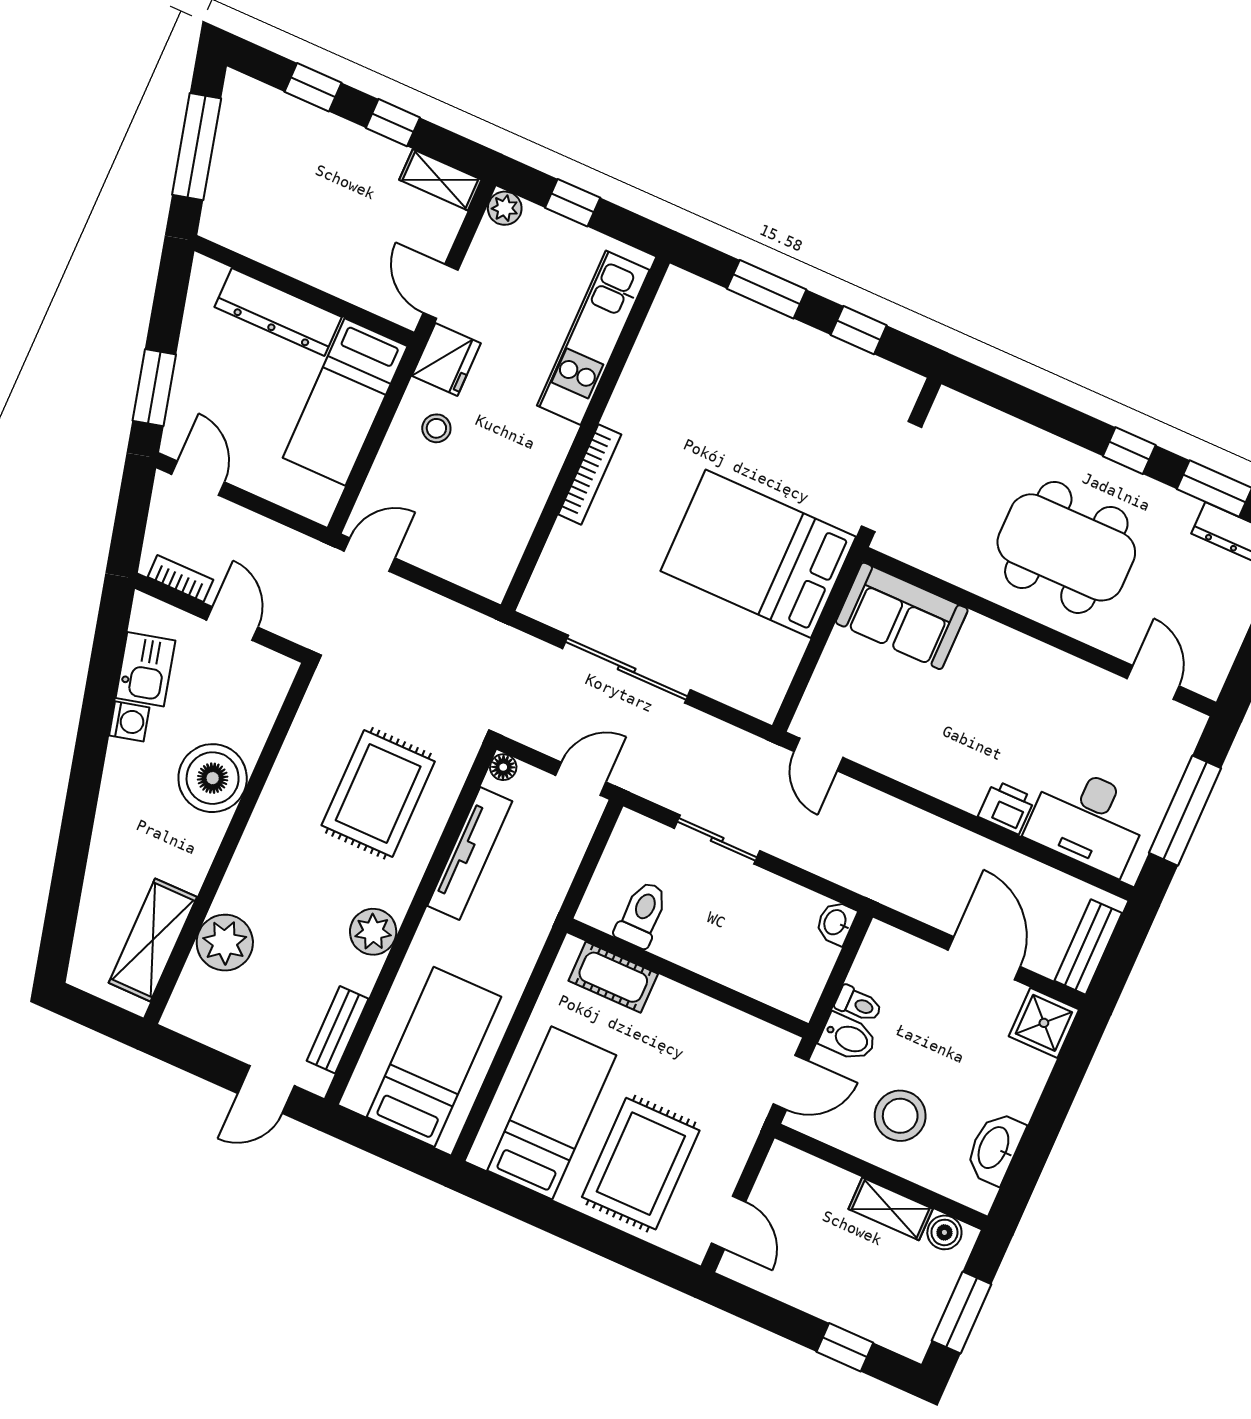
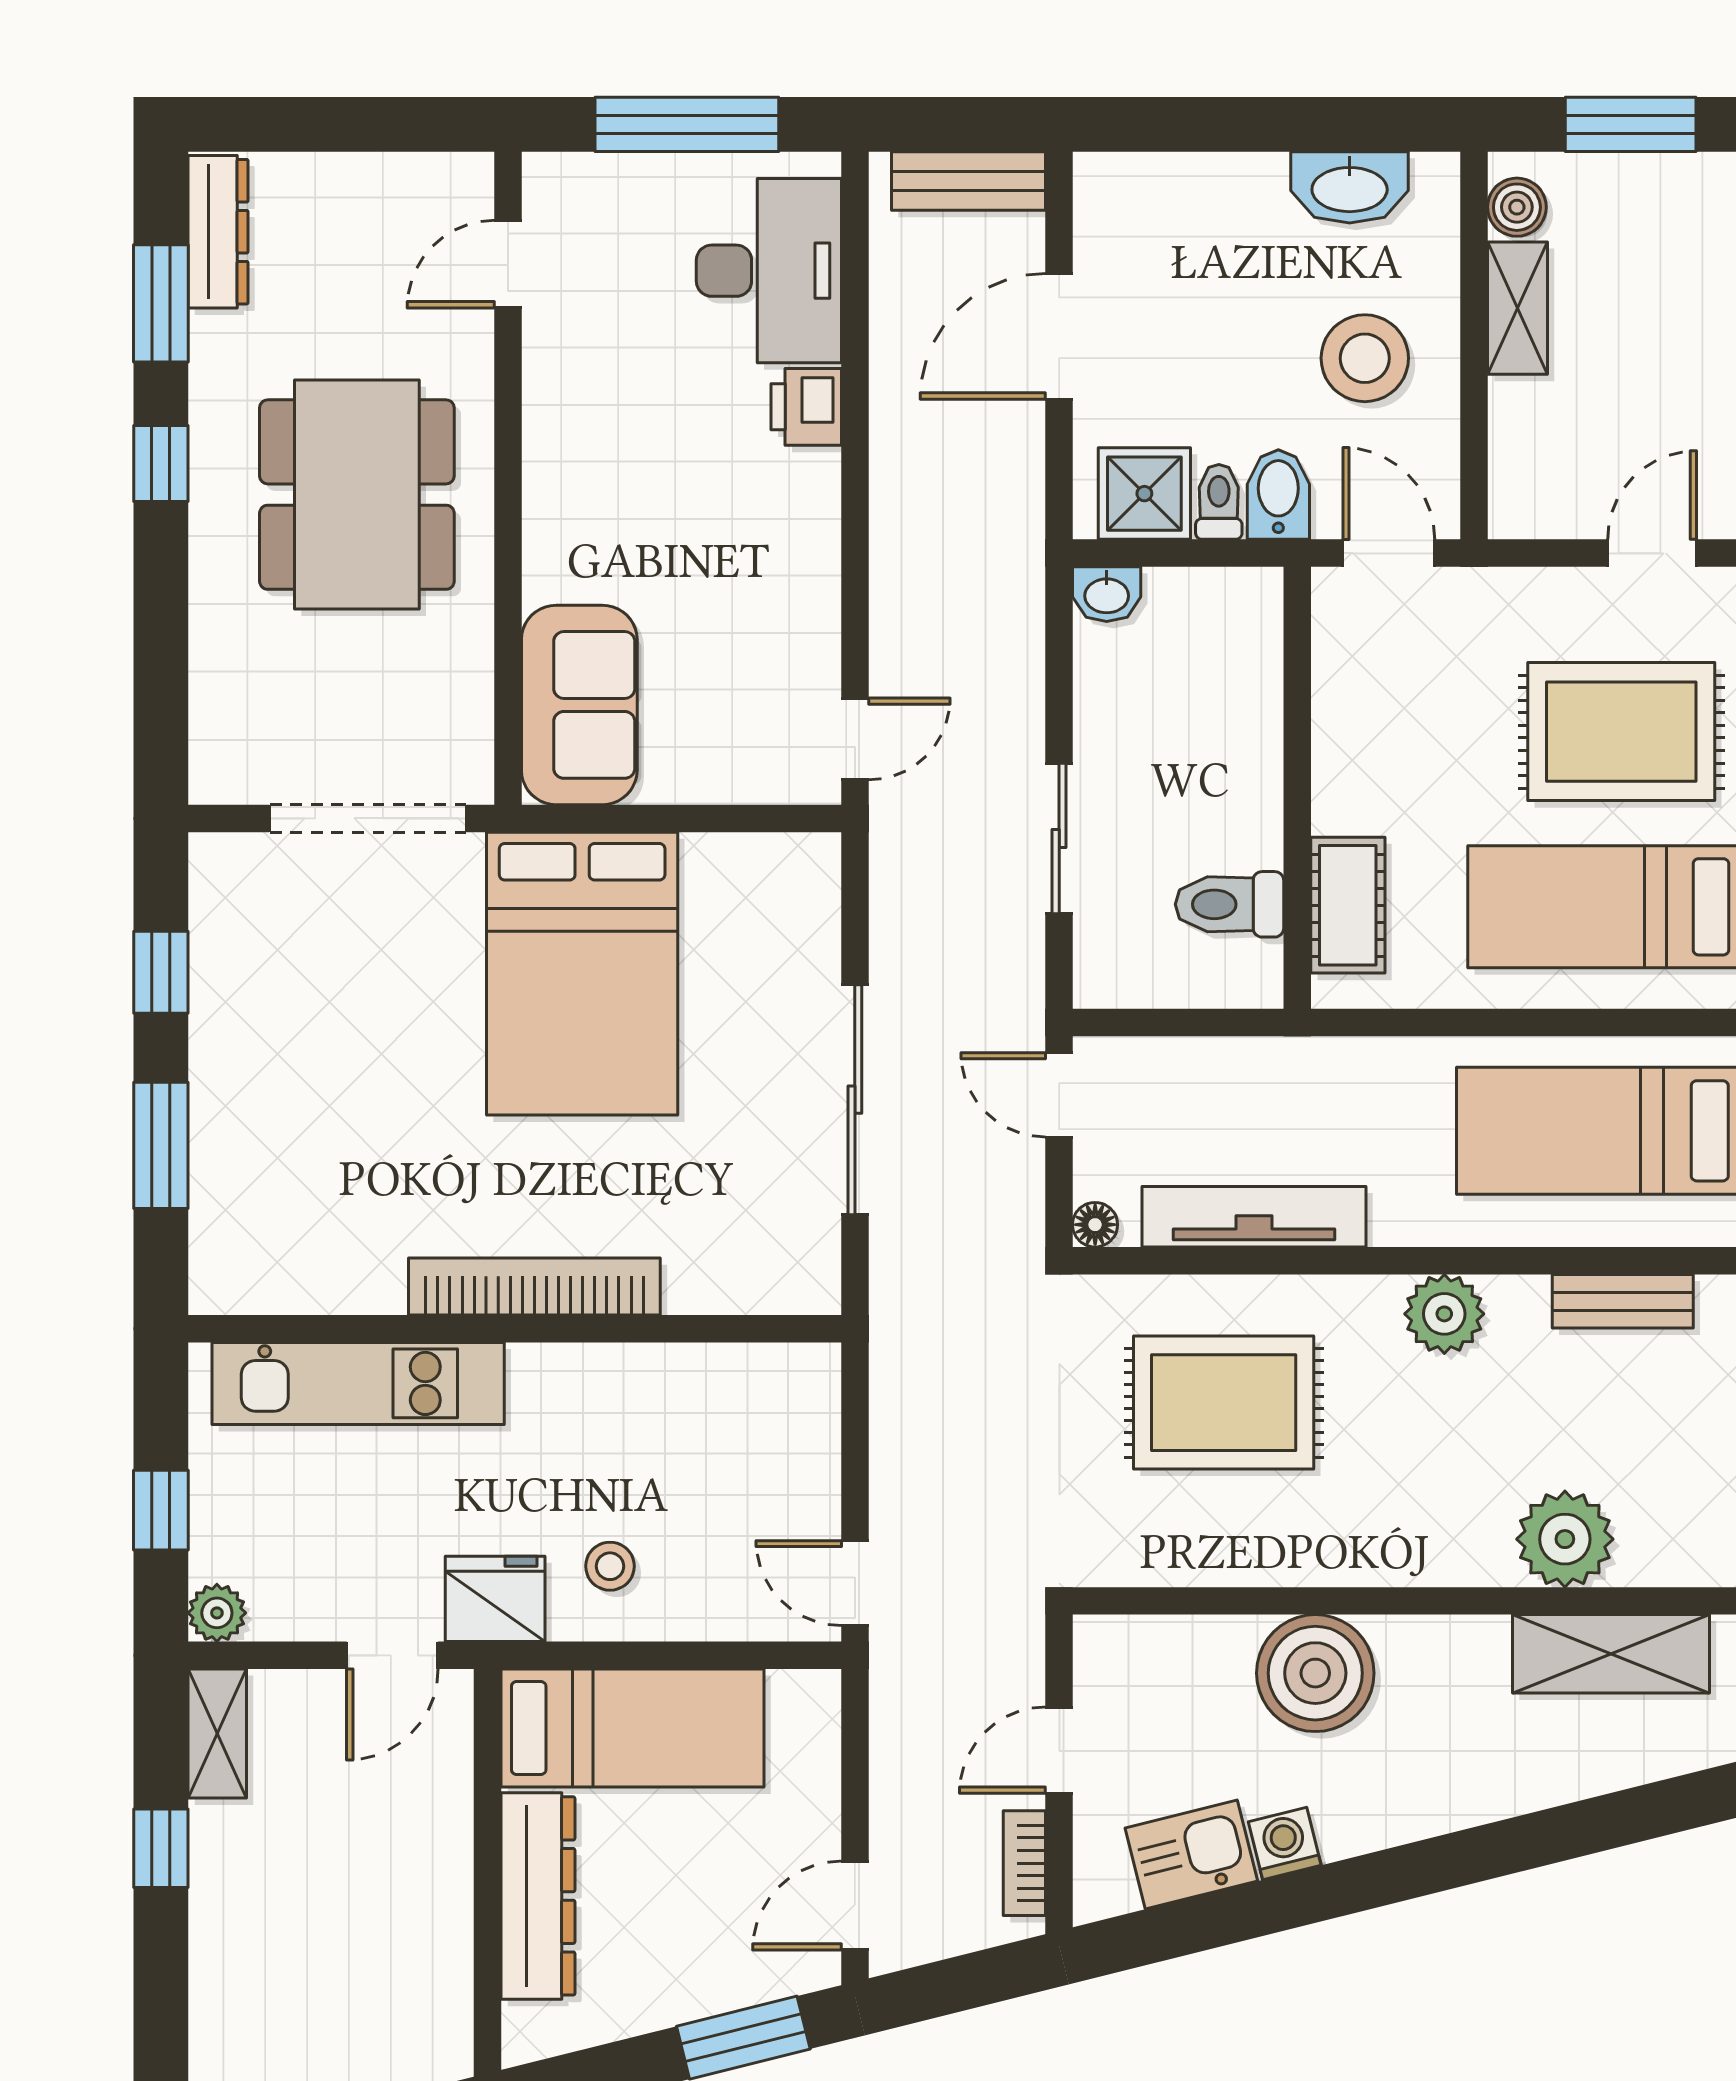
window: (313, 87) -> (161, 1998), removed
bookcase: (590, 474) -> (534, 1287), width x1.48, depth x1.31
shower: (1044, 1023) -> (1144, 494), moved

